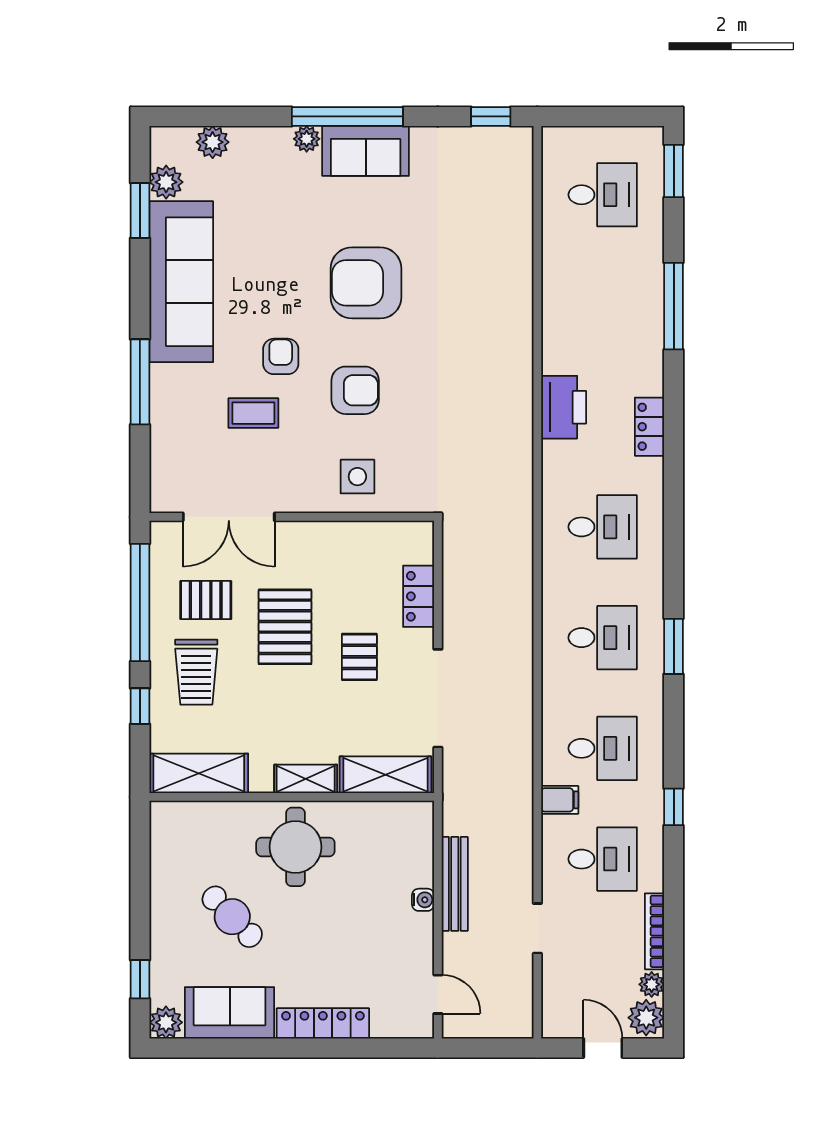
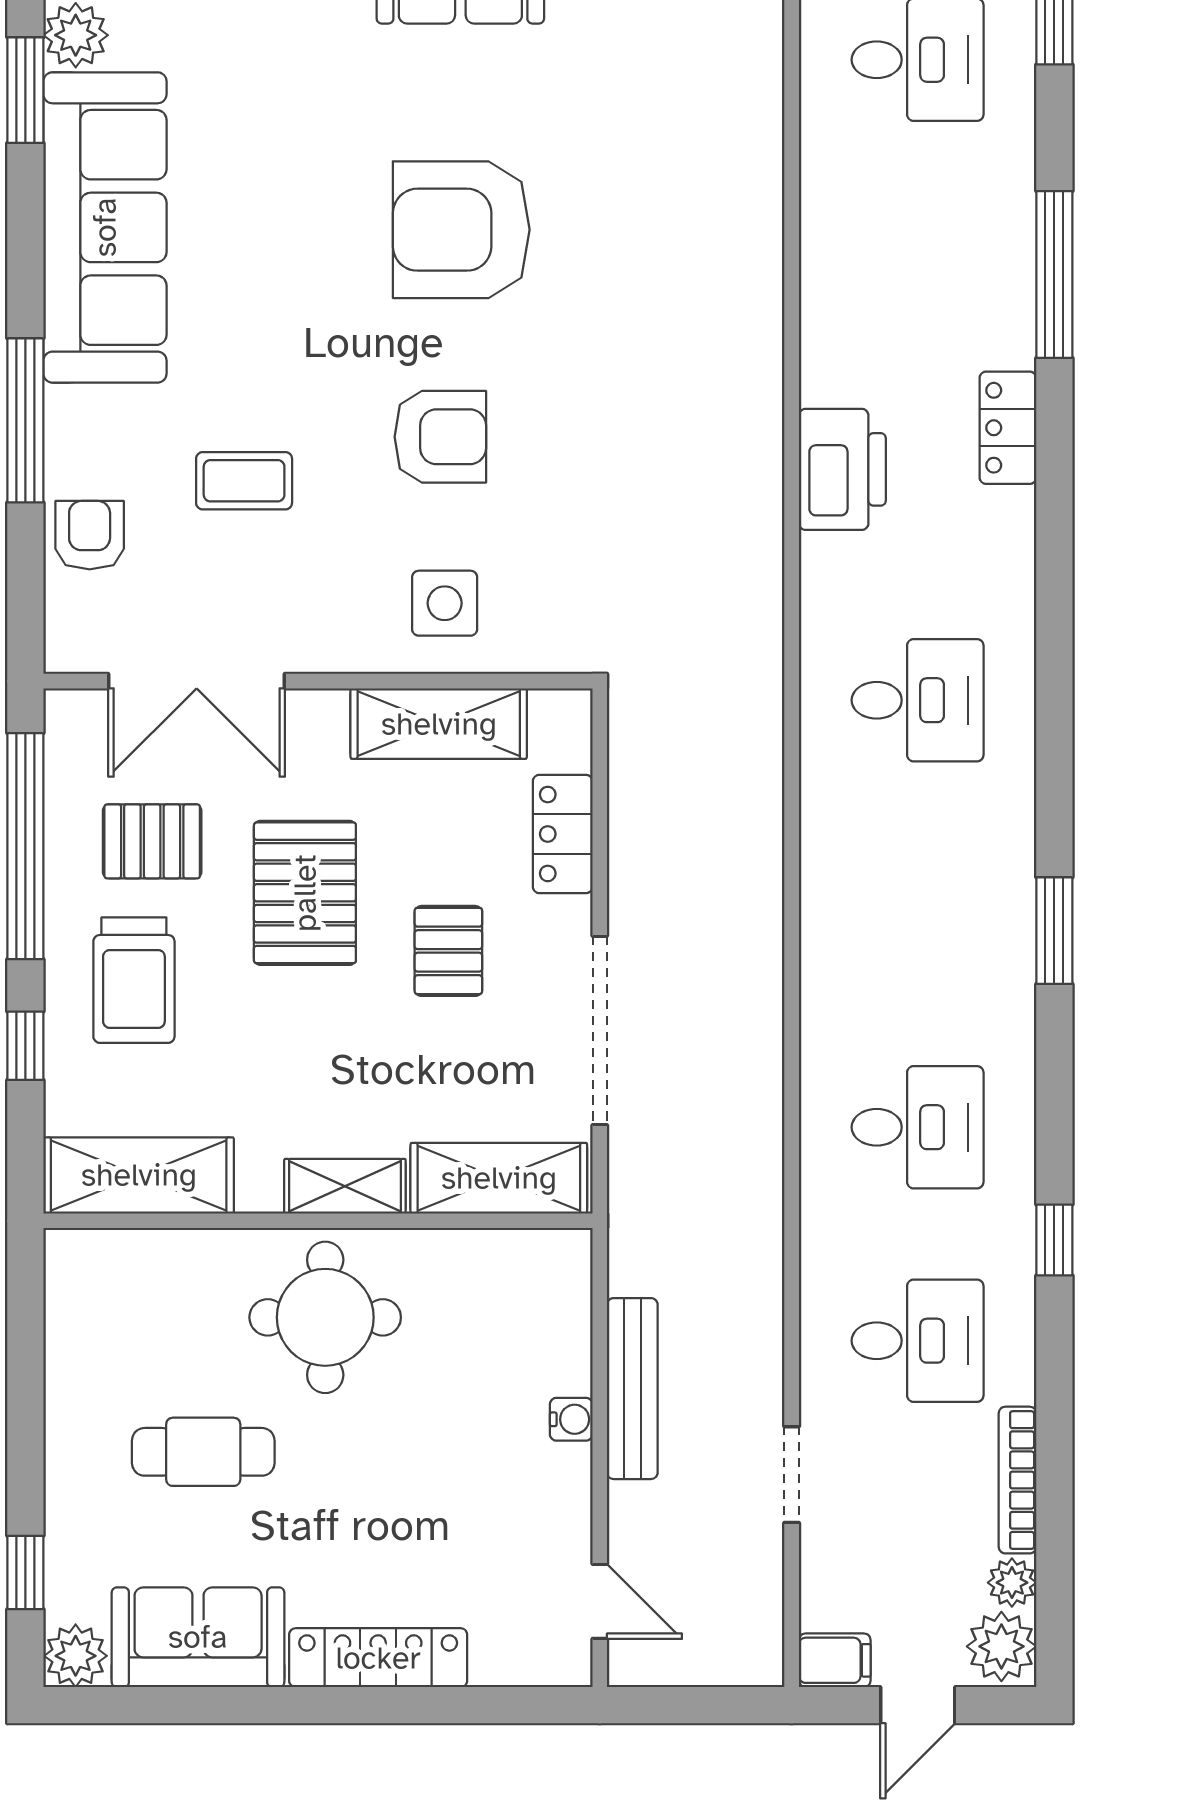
armchair: (281, 356) -> (90, 535), moved
locker: (650, 427) -> (1008, 428), moved
shelving: (354, 539) -> (439, 724), added
desk: (603, 638) -> (918, 914), removed
filing cabinet: (560, 800) -> (835, 1660), moved
cafe table: (232, 917) -> (203, 1452), turned -46
door: (603, 1048) -> (918, 1705), swing flipped

